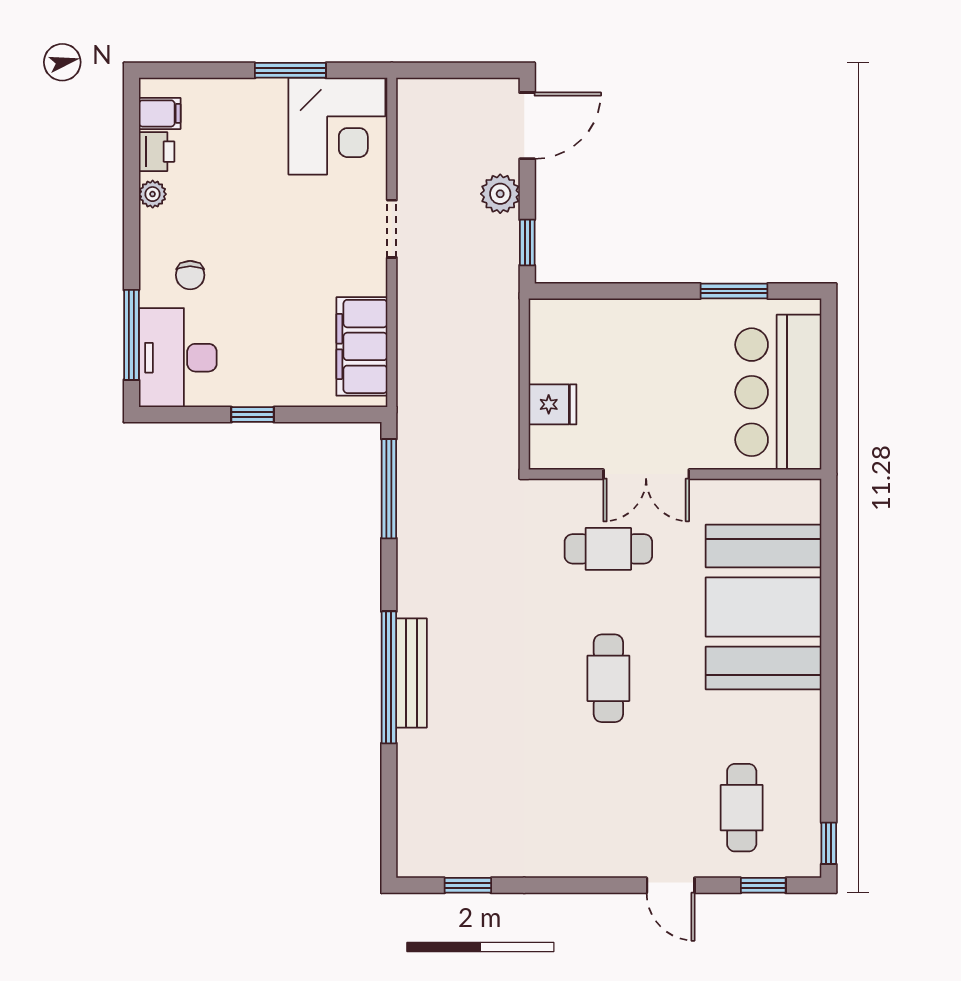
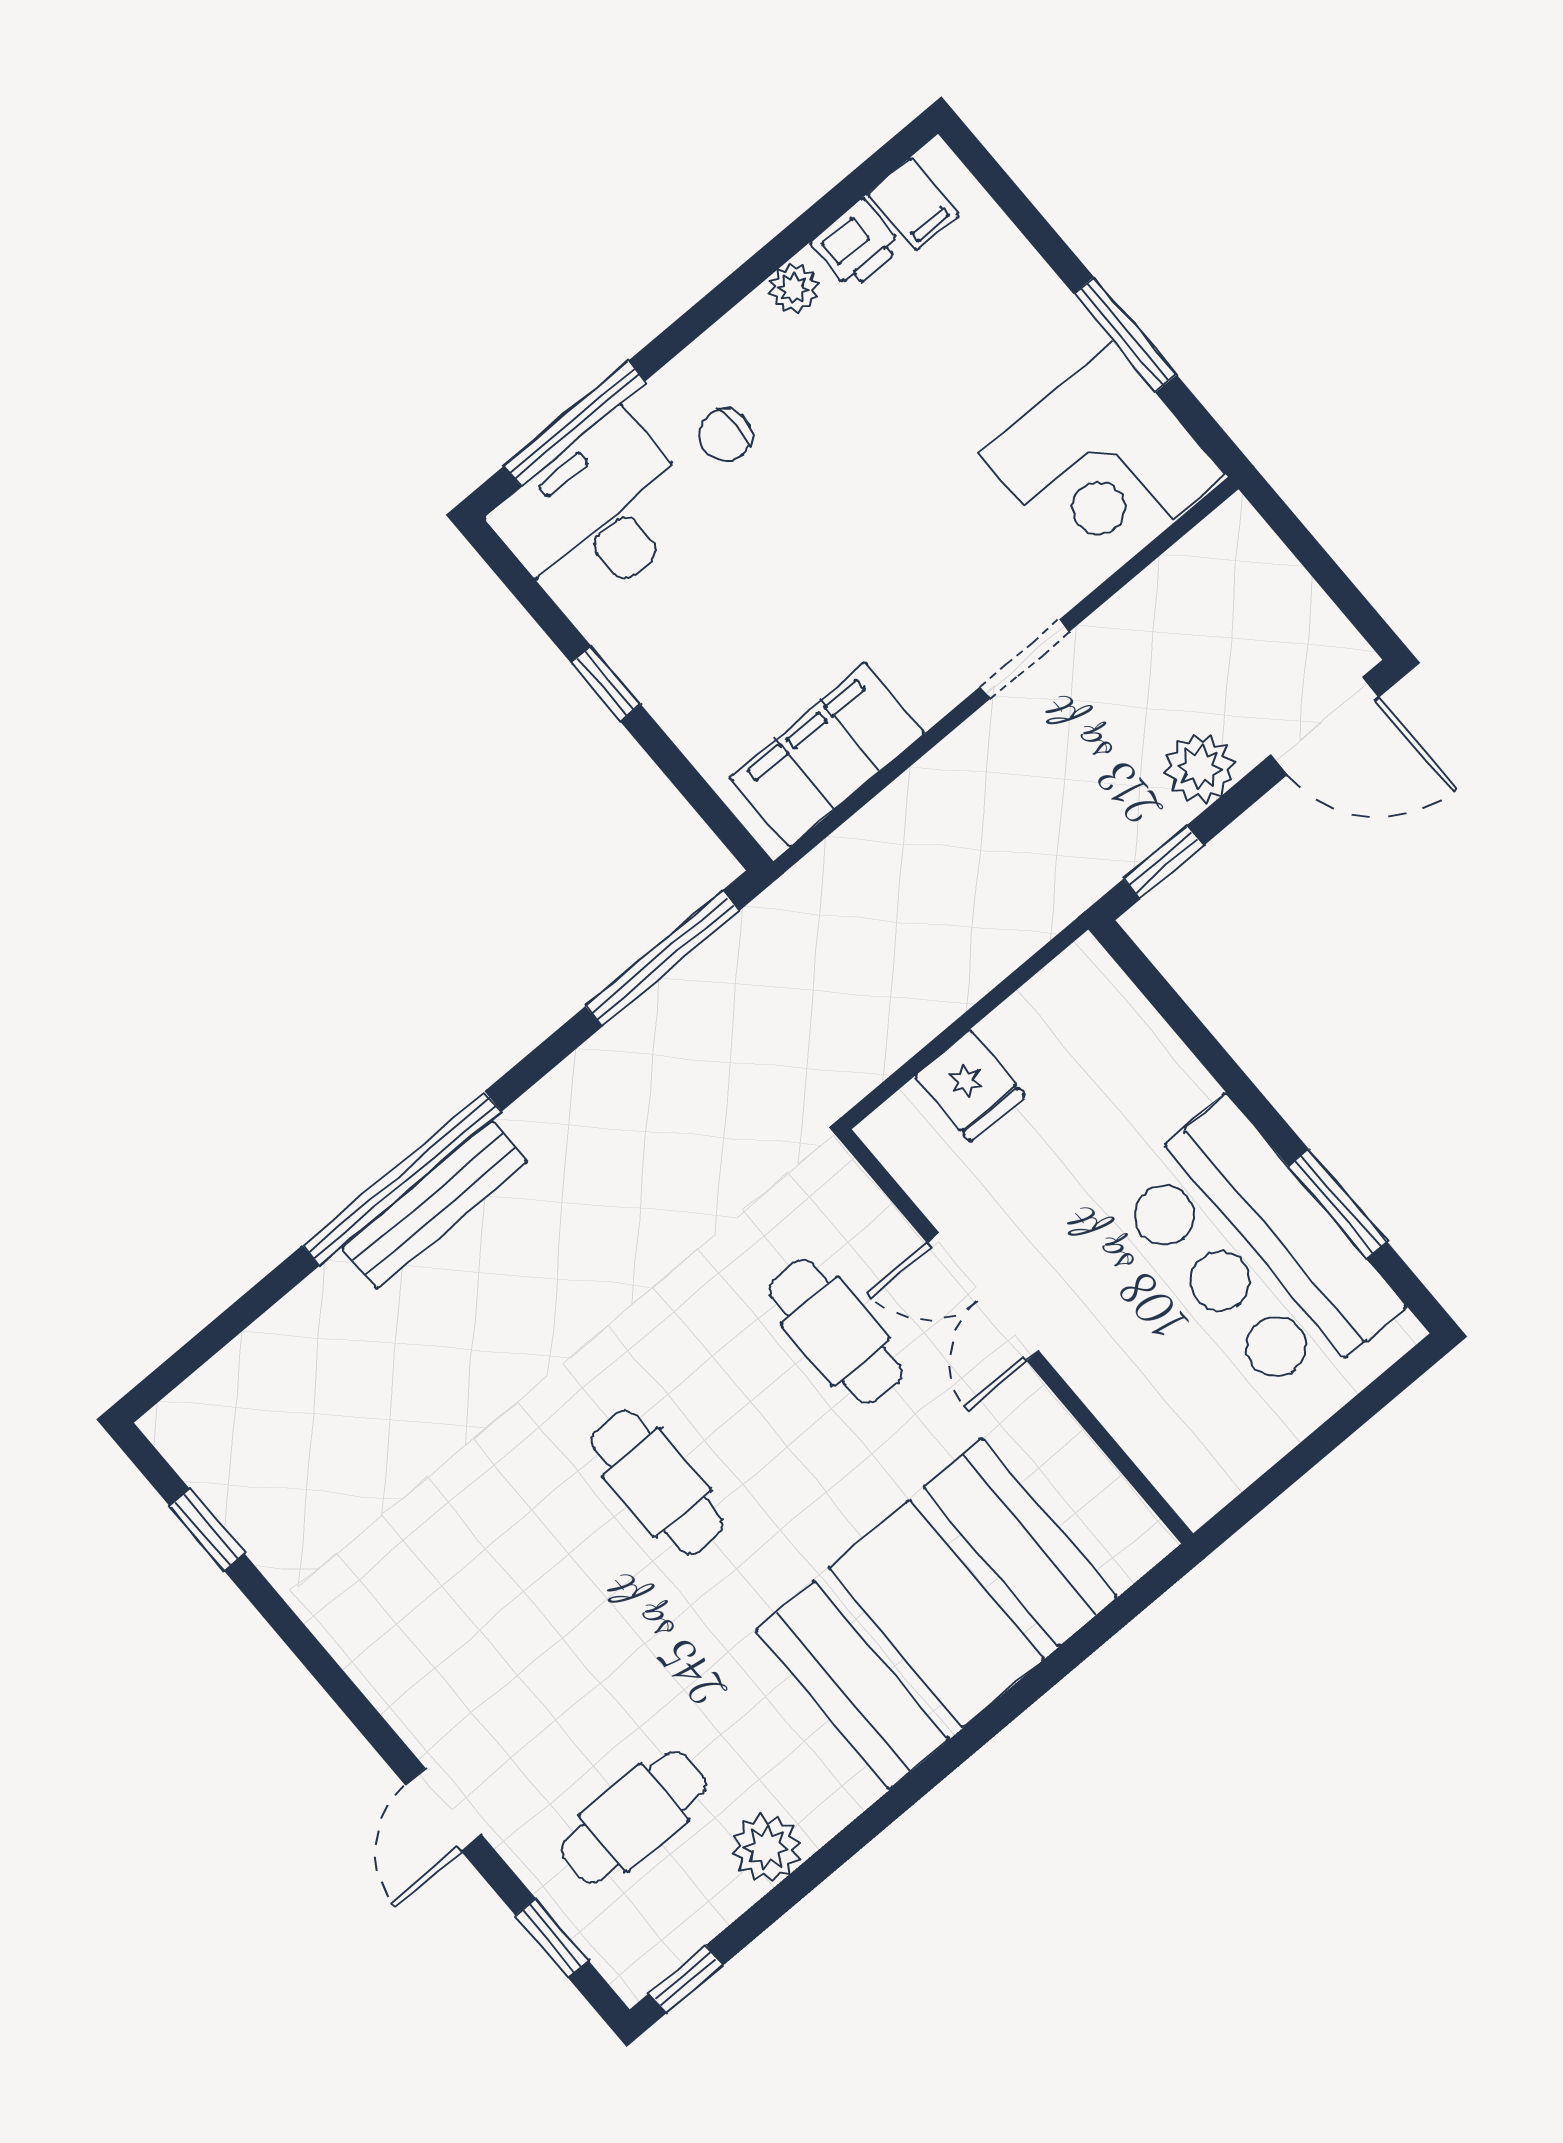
bar counter: (778, 392) -> (1257, 1250), moved, turned -90
cafe table: (608, 678) -> (657, 1482), turned 90
plant: (802, 763) -> (766, 1848), added

